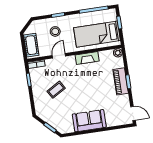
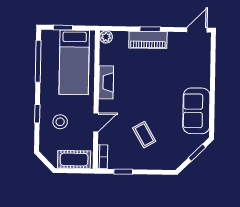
door: (59, 56) -> (96, 122), swing flipped
sofa: (89, 121) -> (196, 111), moved

